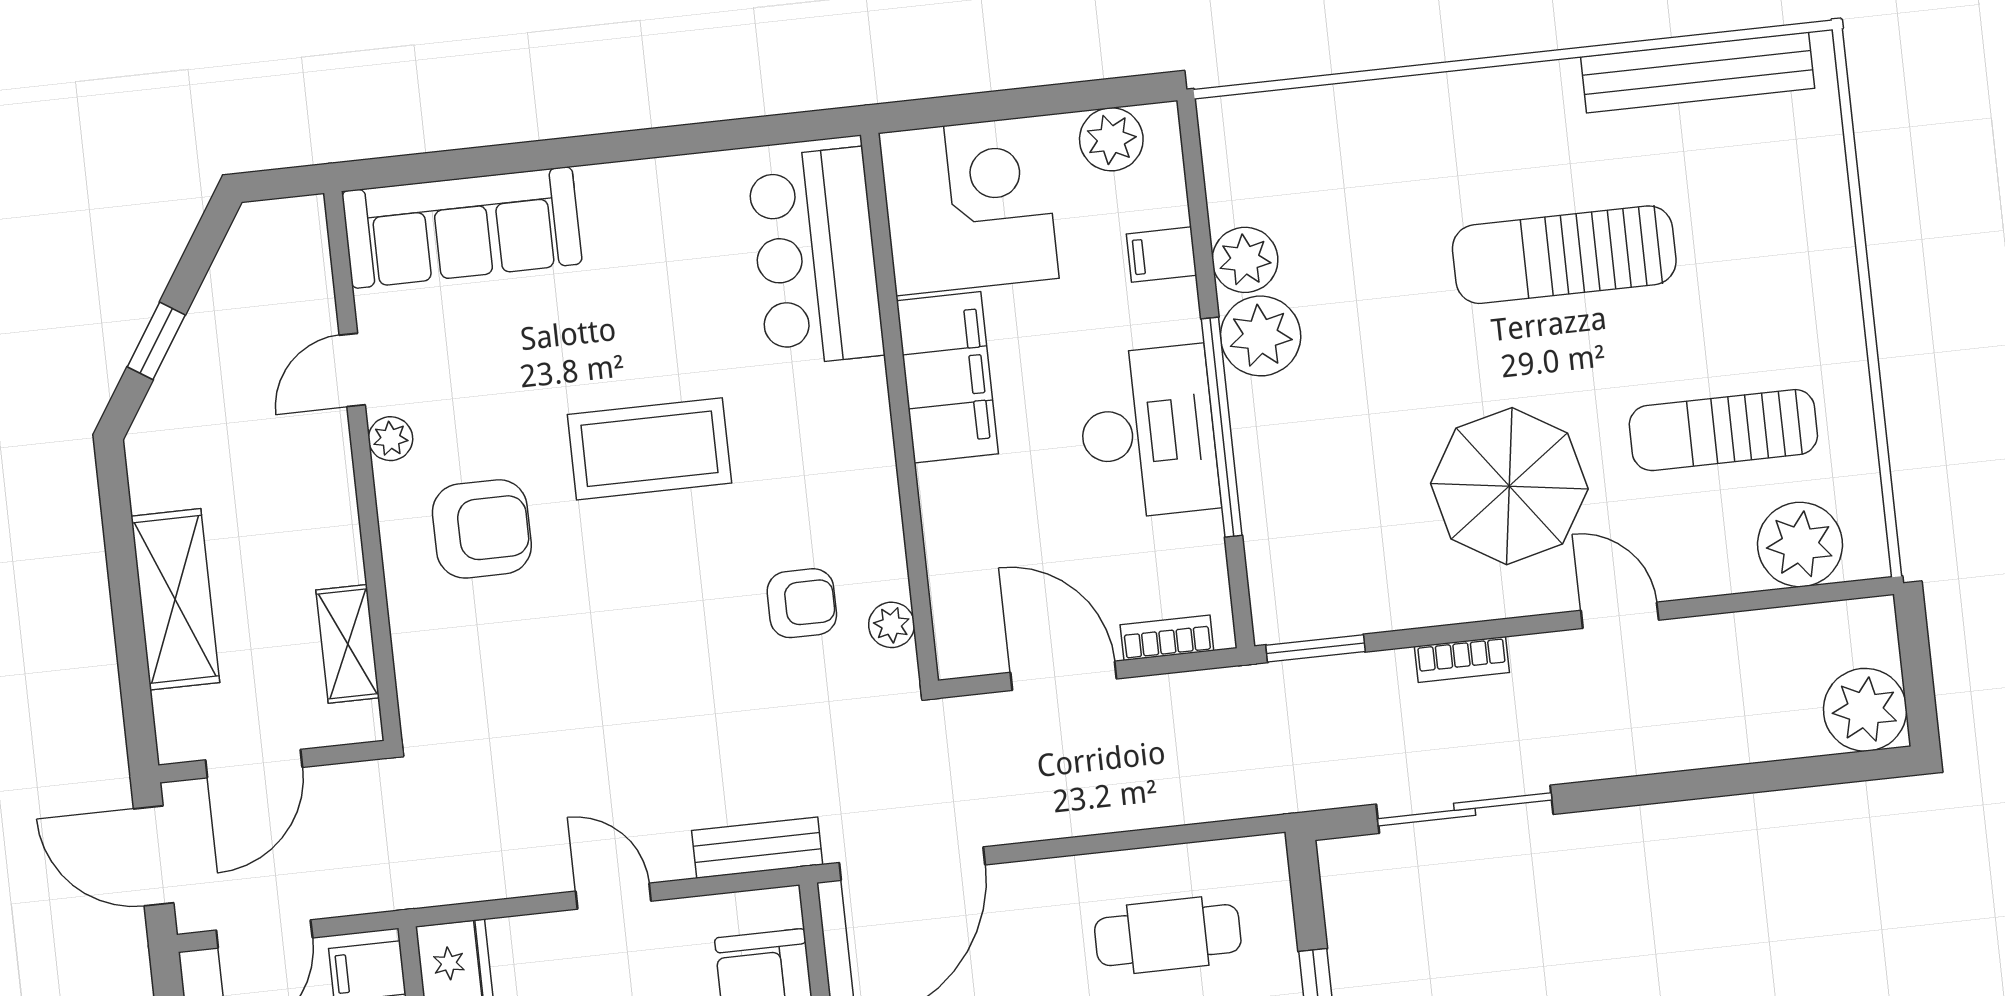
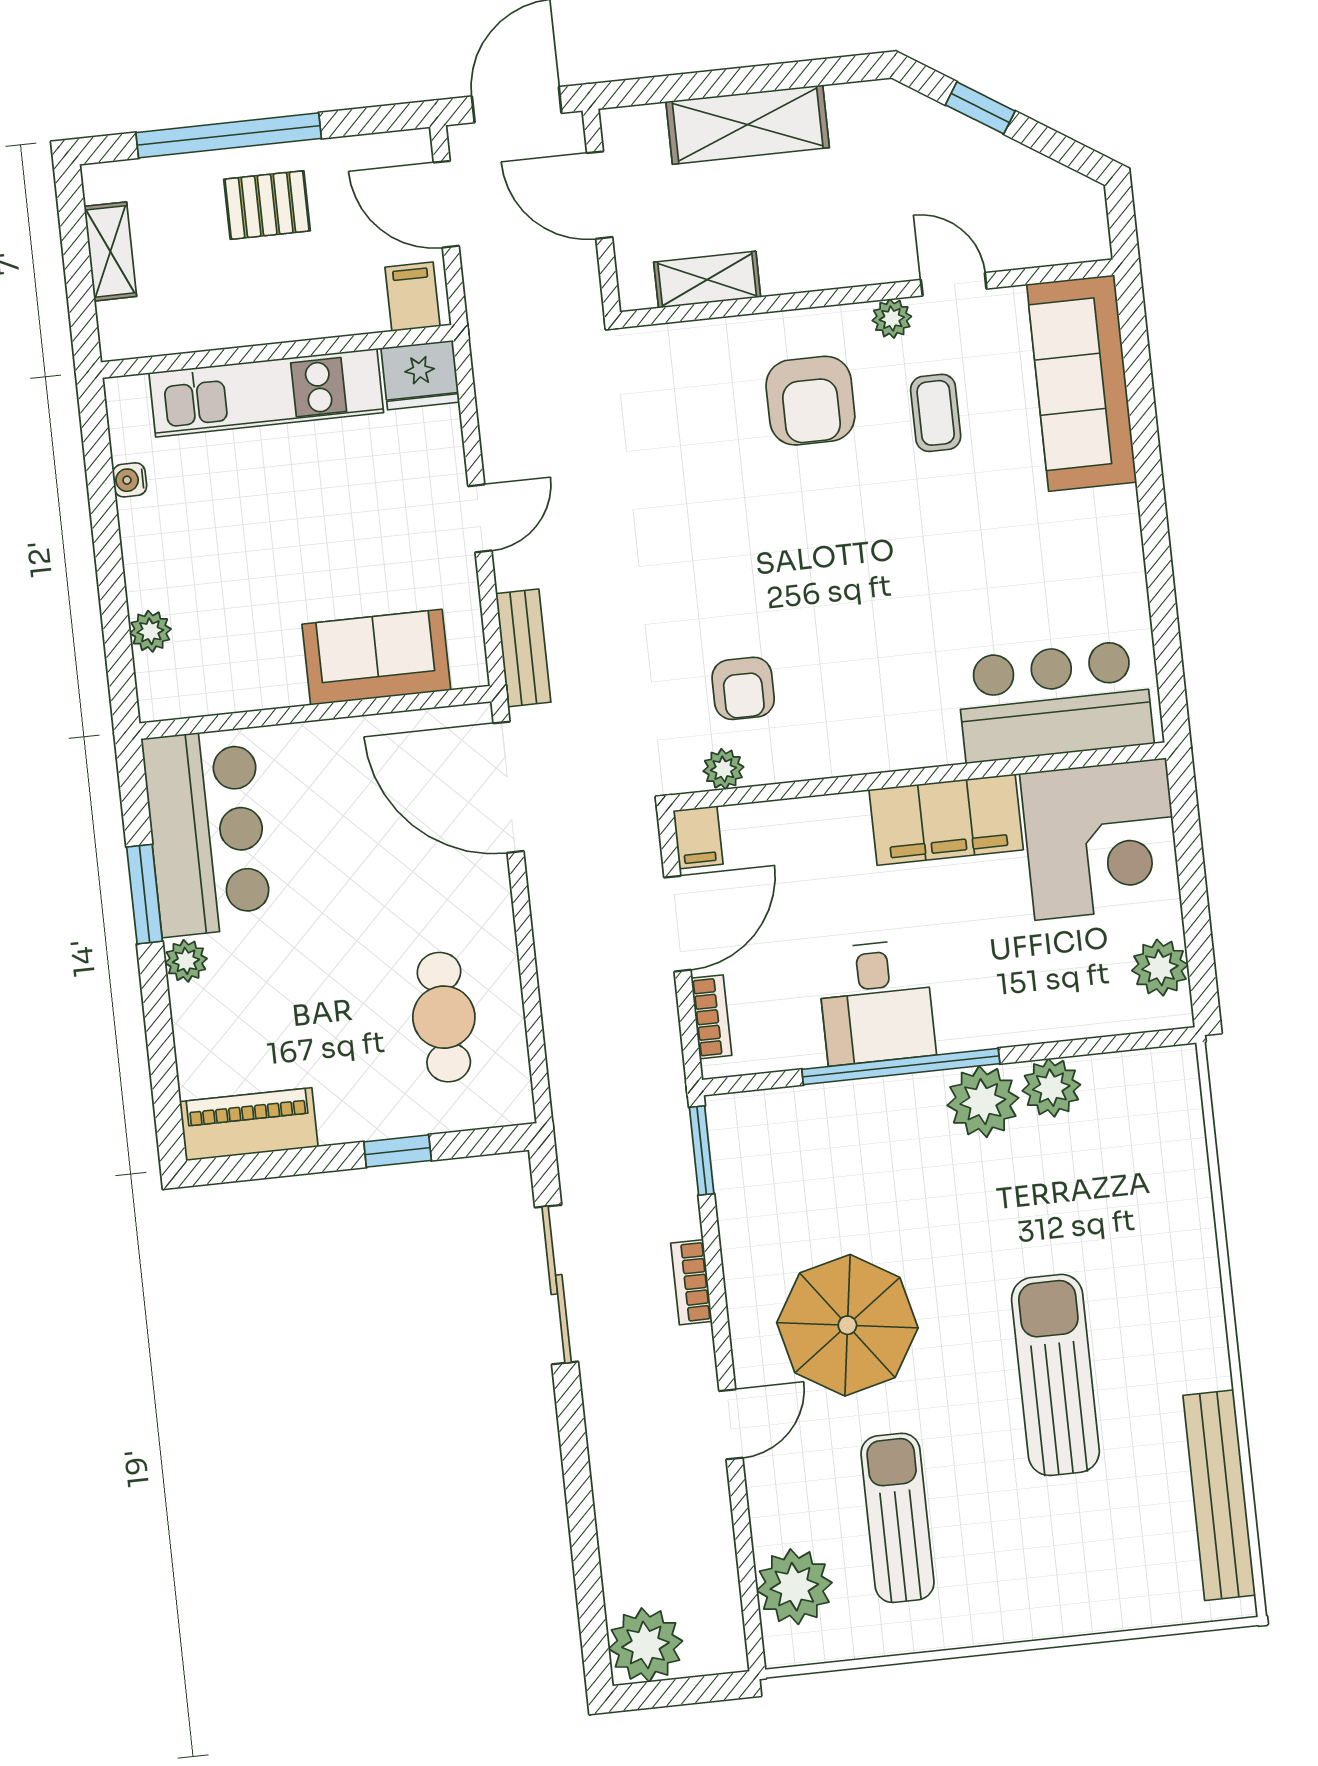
filing cabinet: (1161, 255) -> (698, 837), moved, turned 180
desk: (1148, 432) -> (876, 1002), width x0.73
coffee table: (649, 449) -> (936, 413), moved, width x0.54, depth x0.58

